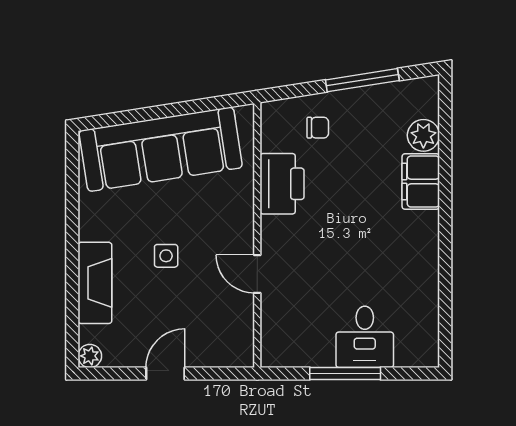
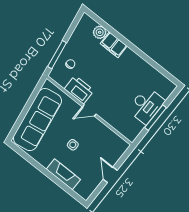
window: (362, 80) -> (57, 55), moved
door: (257, 274) -> (89, 110), moved
desk: (365, 337) -> (146, 105), width x1.37
plant: (90, 356) -> (85, 194), removed

